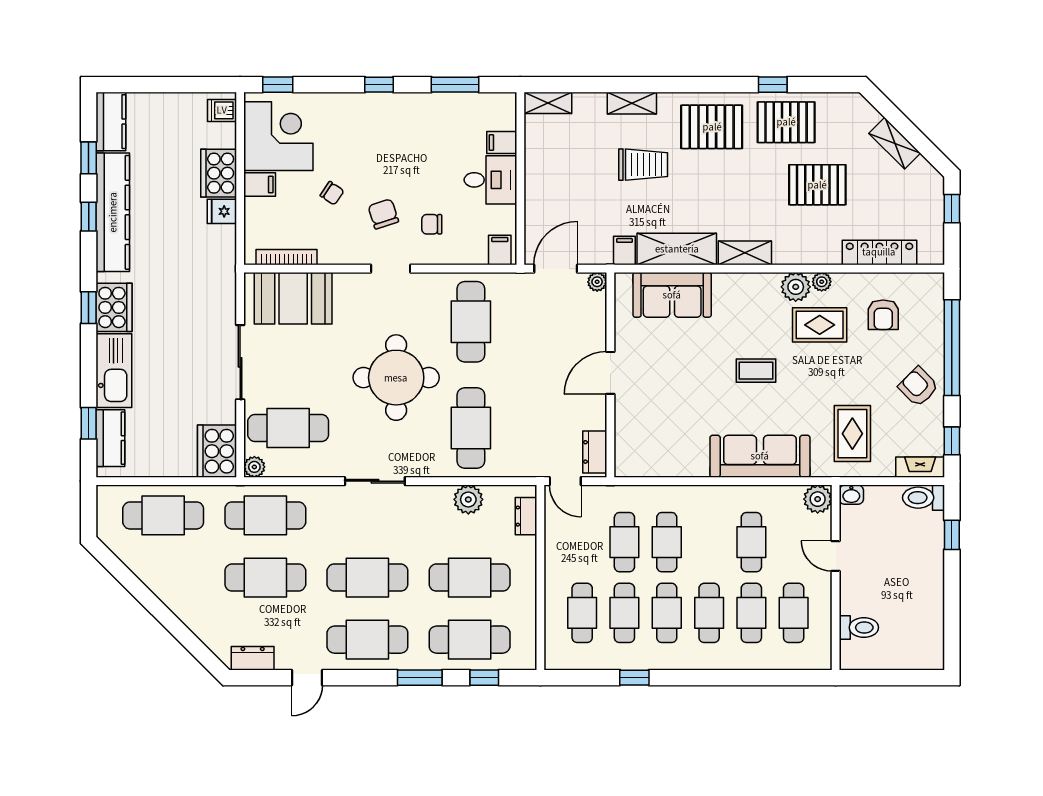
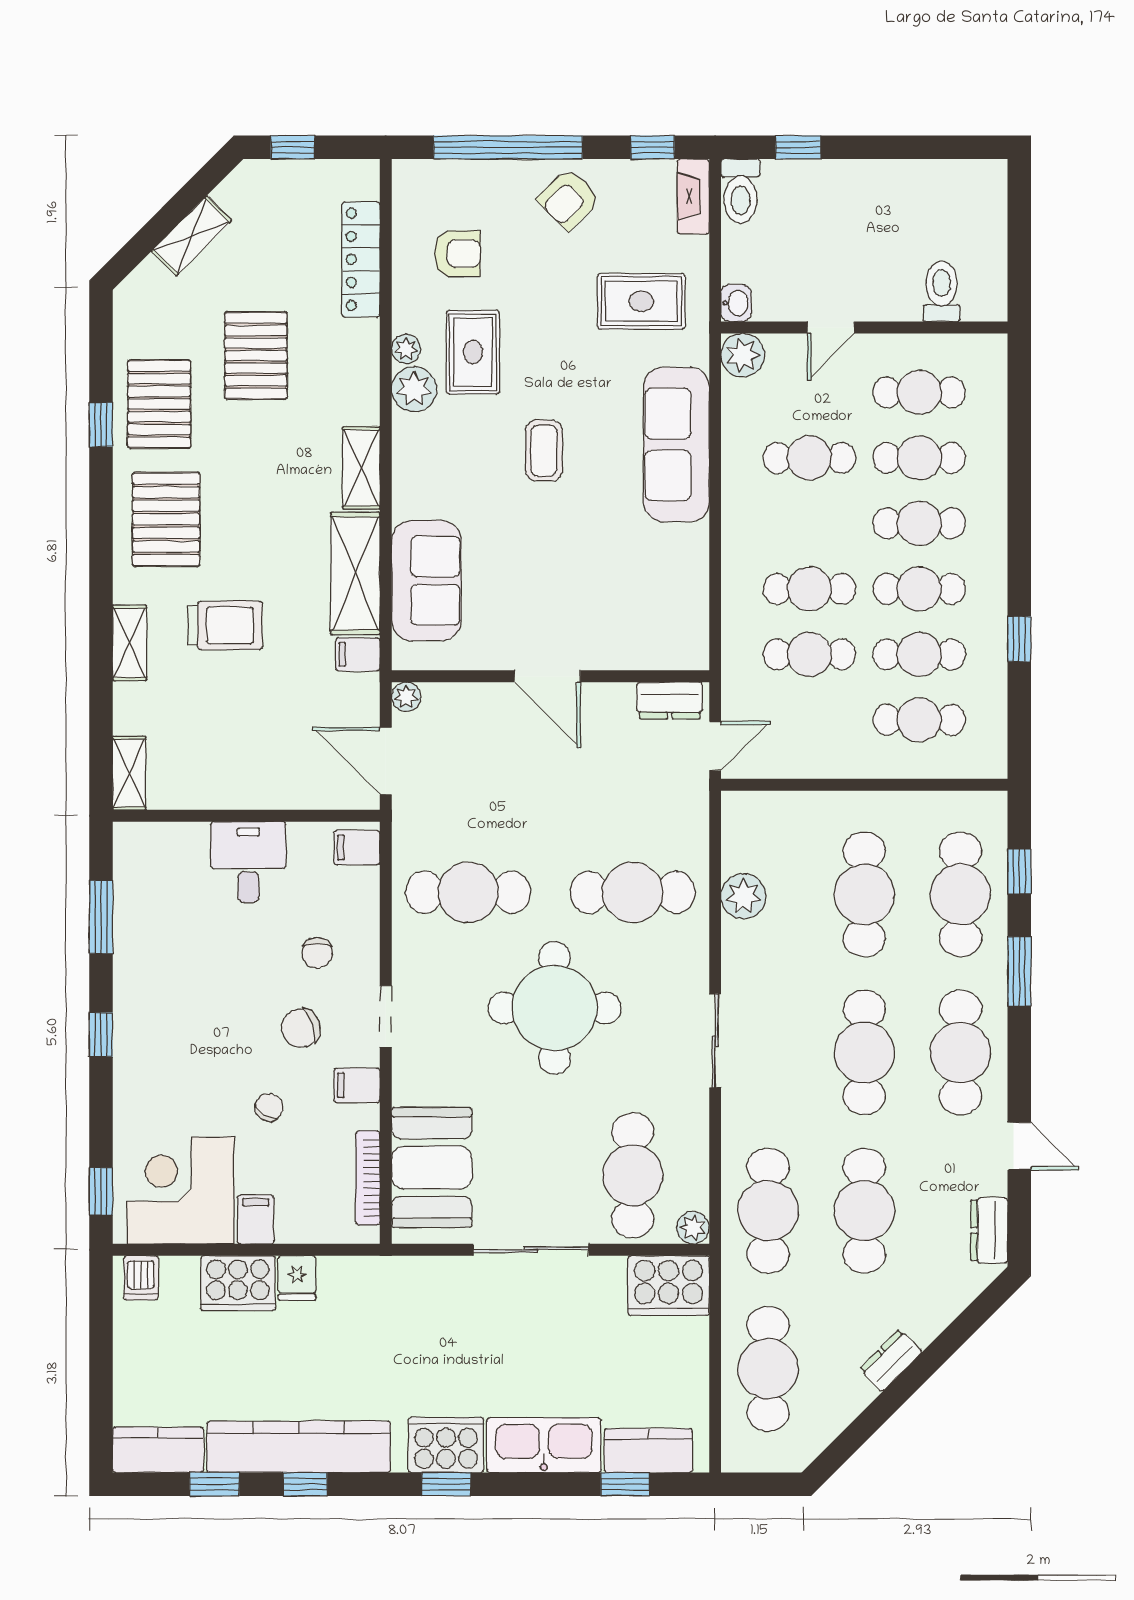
filing cabinet: (502, 142) -> (357, 1085), moved, turned 90
trolley: (643, 165) -> (225, 625), turned 90
dresser: (526, 516) -> (891, 1360), moved, turned 135

